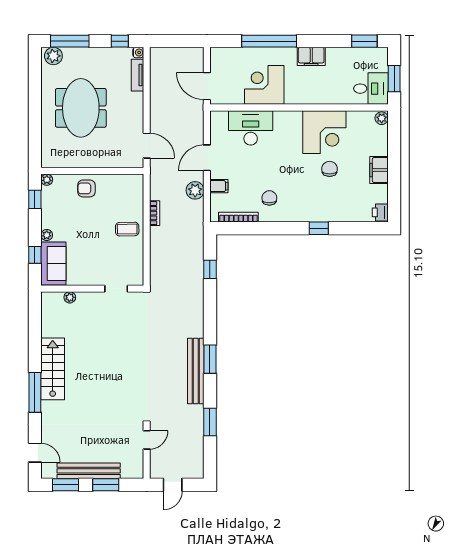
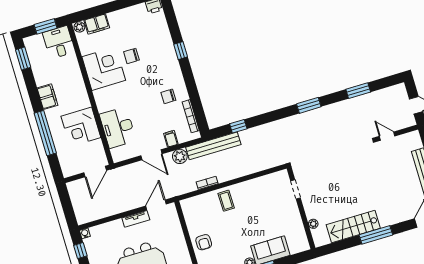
tv unit: (137, 75) -> (136, 219), moved
filing cabinet: (379, 170) -> (97, 24), moved
wall: (92, 289) -> (301, 208), moved
doorway: (116, 289) -> (295, 189), moved
plant: (70, 297) -> (313, 224), moved
bench: (196, 371) -> (213, 146), moved

